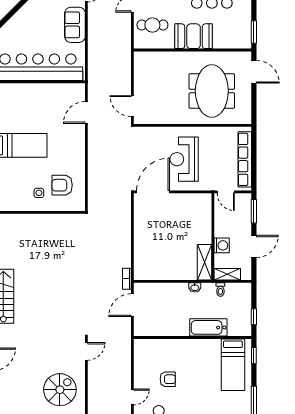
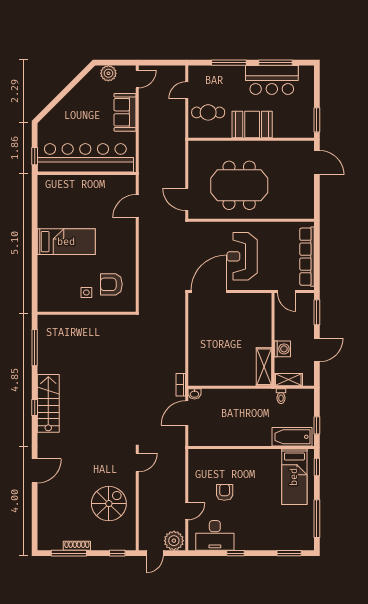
meeting table: (212, 91) -> (239, 185), moved, turned 90
washbasin: (195, 287) -> (194, 394), moved
bathtub: (208, 327) -> (292, 437), moved
armchair: (168, 379) -> (225, 492), turned -90

